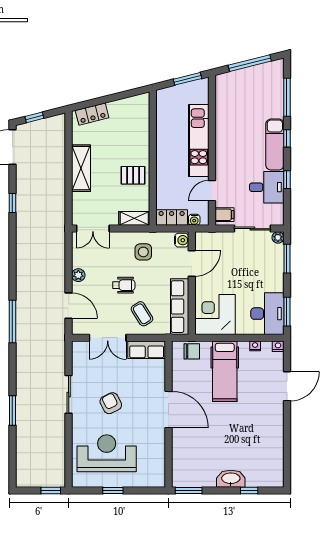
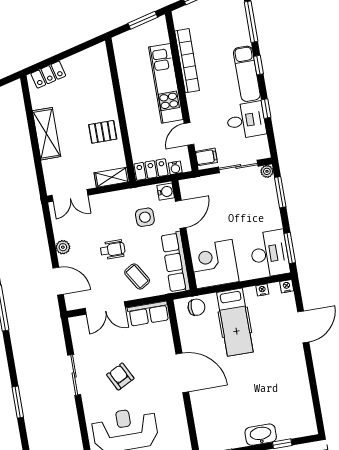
bookcase: (222, 123) -> (187, 61), added
side table: (143, 252) -> (145, 217), moved

